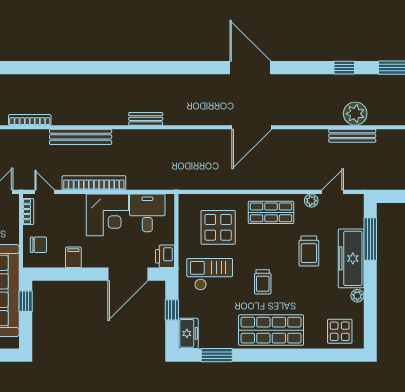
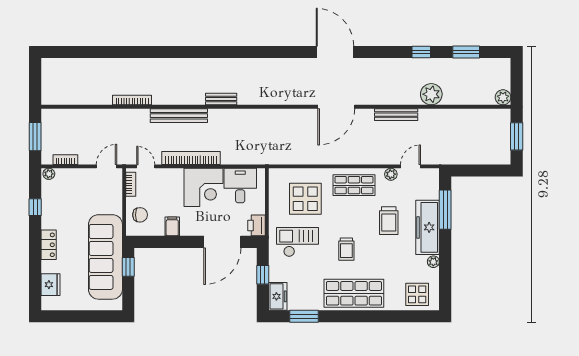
bench: (146, 119) -> (221, 99), moved
bench: (352, 136) -> (396, 115), moved

